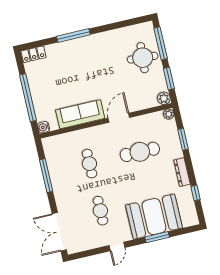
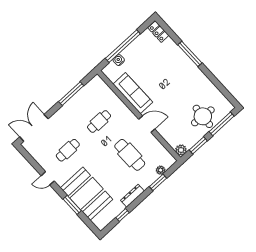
plant: (169, 114) -> (161, 170), moved
water cooler: (44, 127) -> (119, 60), moved

